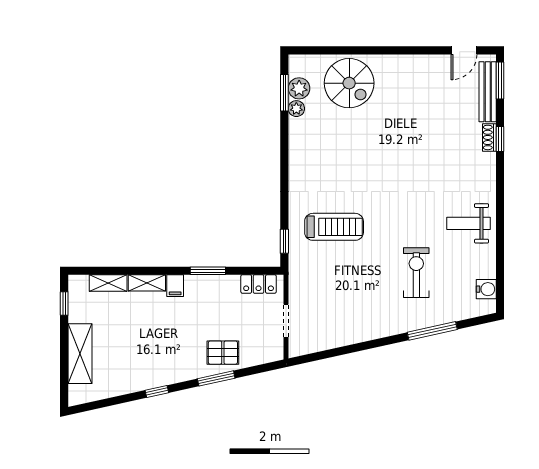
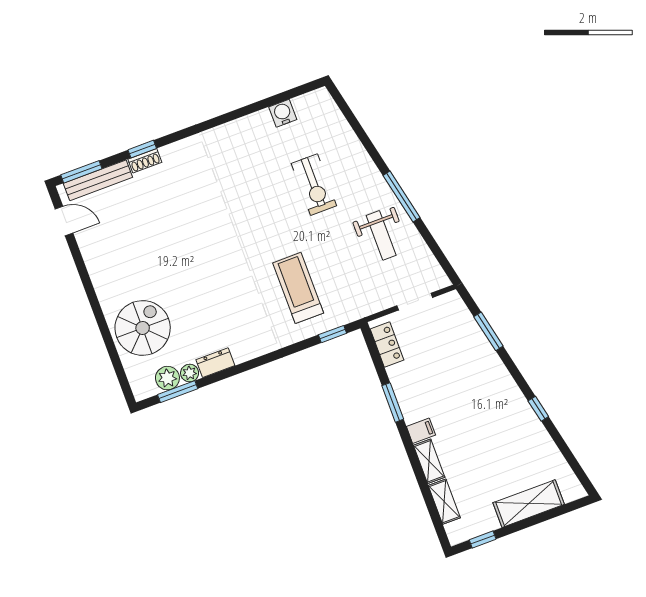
dresser: (297, 134) -> (215, 363), added
weight bench: (469, 223) -> (381, 235), moved
exercise bike: (416, 273) -> (314, 185), turned -90
water cooler: (486, 289) -> (283, 113), moved
window: (432, 331) -> (402, 197), moved
pallet: (223, 353) -> (472, 355), removed
window: (216, 378) -> (488, 331), moved

